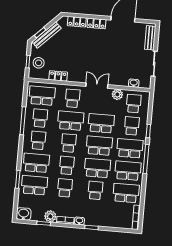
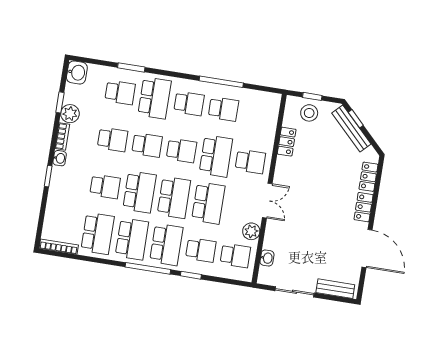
school desk: (42, 96) -> (258, 115), removed
school desk: (34, 185) -> (120, 92), width x0.54

